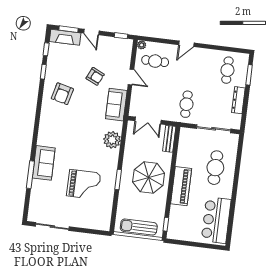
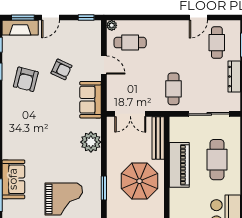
door: (91, 32) -> (50, 18), hinge flipped
door: (186, 44) -> (198, 18), moved
armchair: (62, 94) -> (26, 79), moved
bench: (169, 139) -> (158, 138), width x1.36
piano: (181, 186) -> (179, 165), moved

